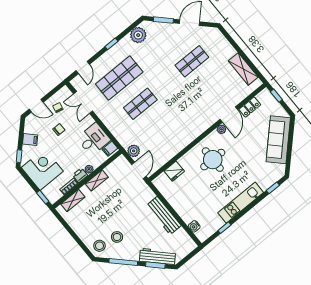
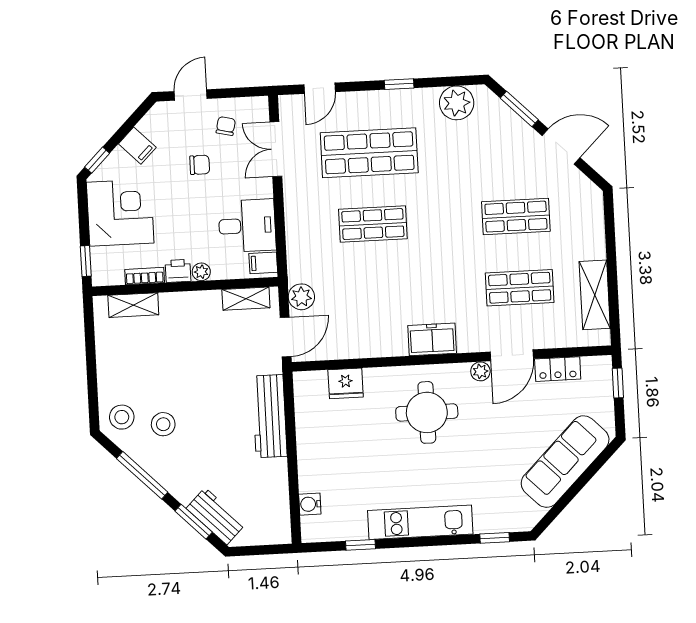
shop shelf: (213, 87) -> (520, 288), added
door: (36, 106) -> (191, 95), swing flipped
freezer: (194, 131) -> (432, 339), added
shelving: (97, 180) -> (246, 299), moved
workbench: (164, 215) -> (270, 416), moved
workbench: (157, 256) -> (216, 516), width x0.73

